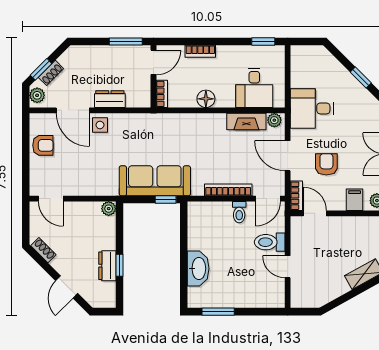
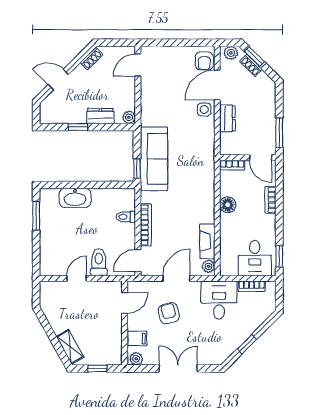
desk: (254, 88) -> (255, 258), moved, turned -90
armchair: (43, 145) -> (204, 61), moved
armchair: (326, 164) -> (169, 313), turned -103
bookcase: (296, 196) -> (252, 286), moved
door: (268, 199) -> (138, 261), hinge flipped
toilet: (239, 212) -> (126, 217), moved
dresser: (107, 266) -> (100, 116), moved

